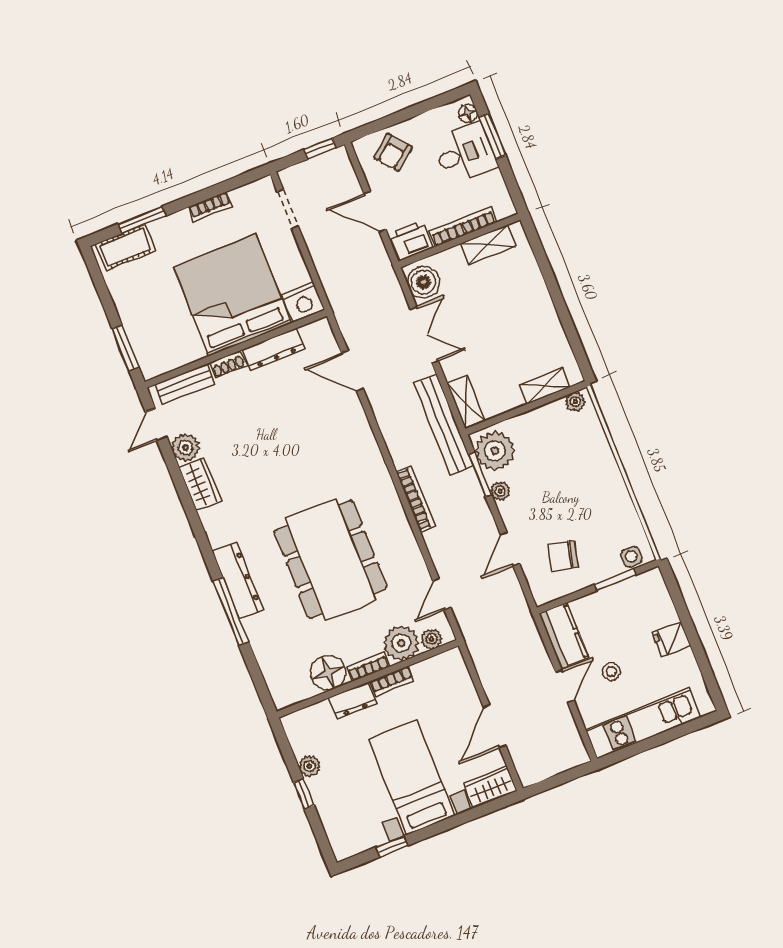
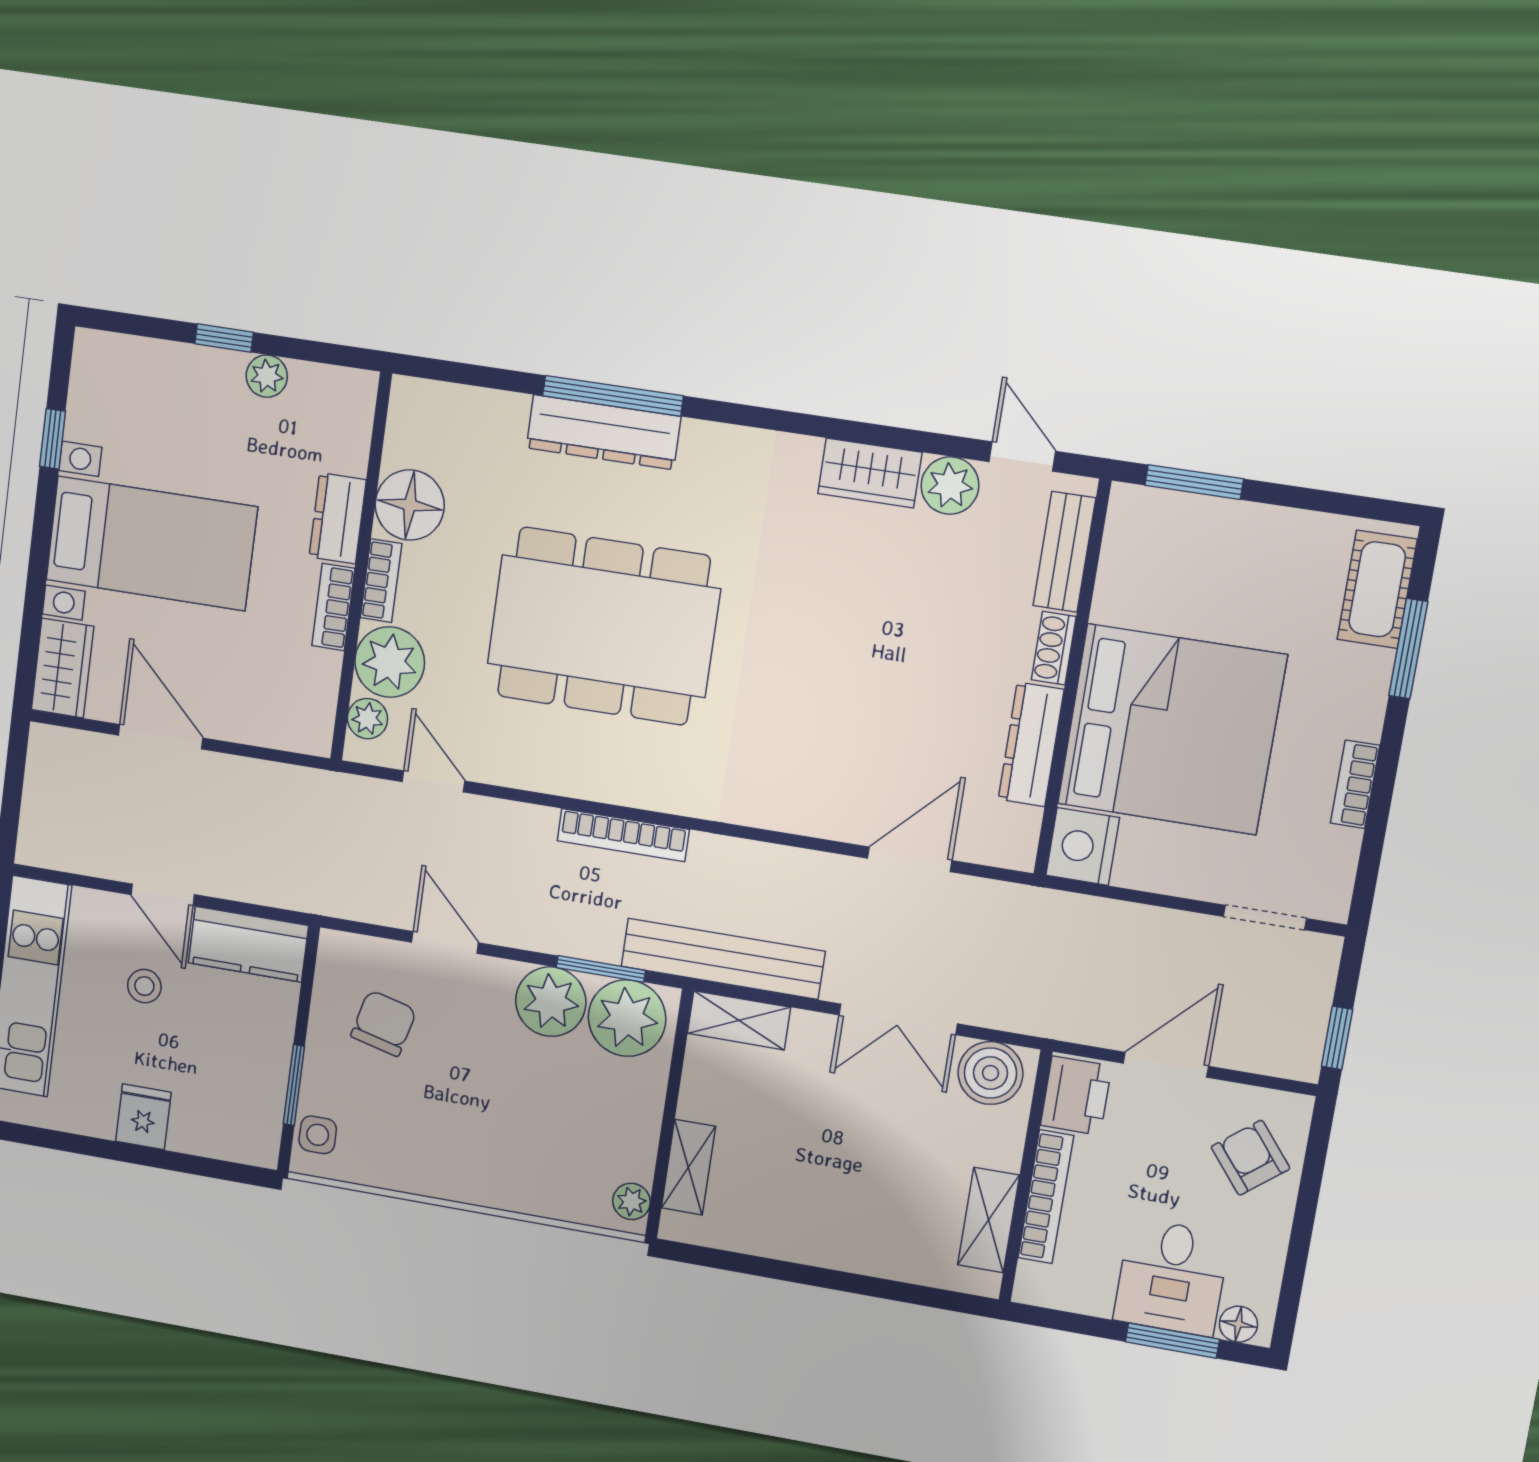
plant: (500, 491) -> (551, 1002), width x1.88, depth x1.88
dresser: (238, 580) -> (603, 432), moved

